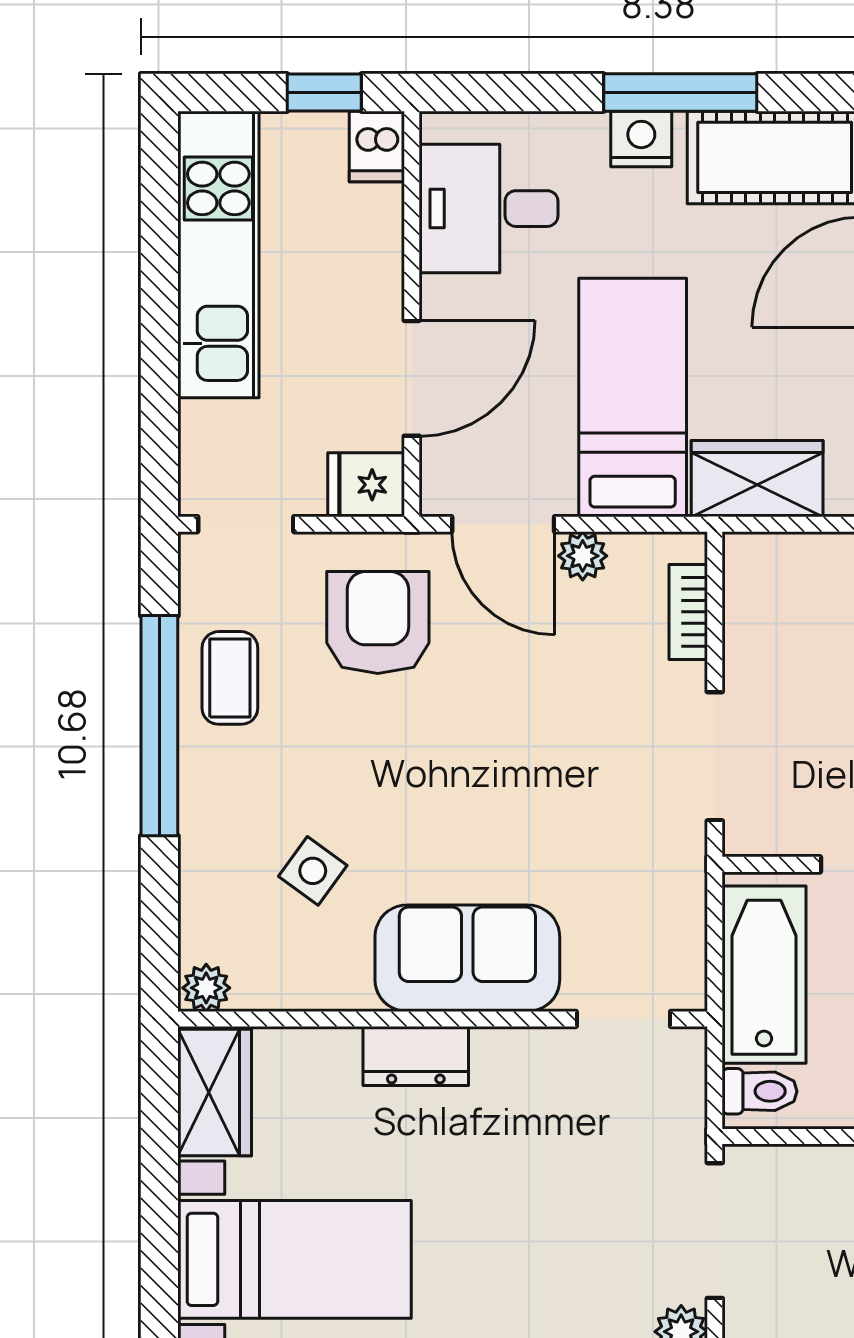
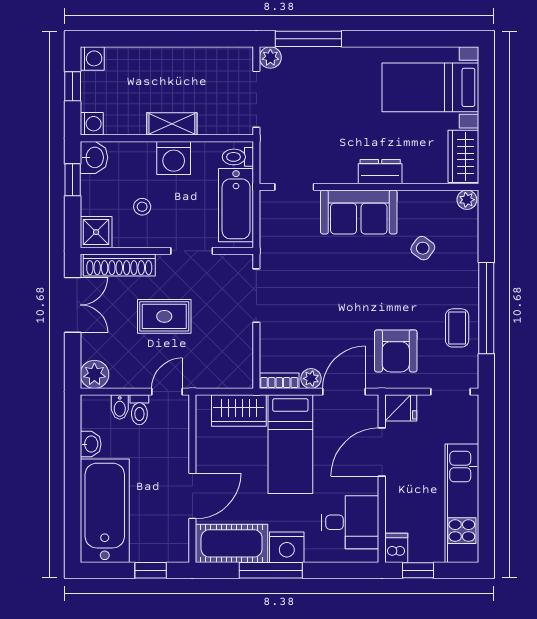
nightstand: (641, 139) -> (287, 547), width x1.36, depth x1.33
door: (503, 524) -> (344, 392), hinge flipped
bookcase: (688, 612) -> (279, 381), moved, turned -90

